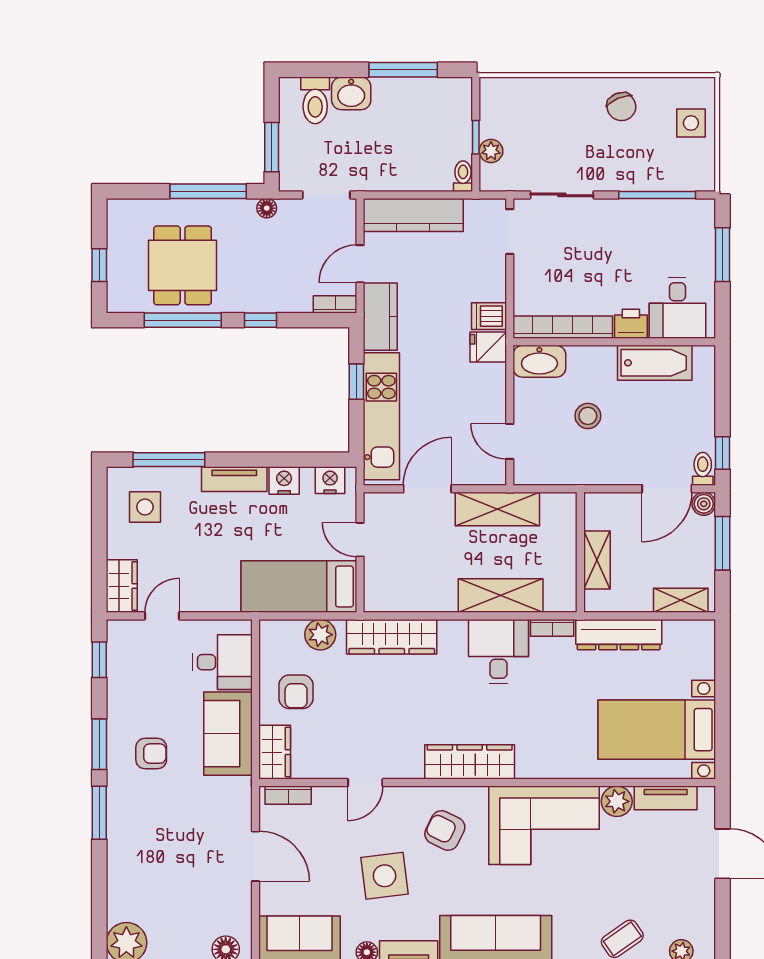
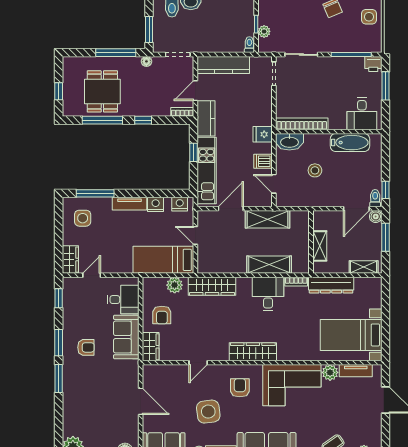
dishwasher: (489, 316) -> (263, 161), moved
printer: (631, 324) -> (373, 64), moved, turned 180
bookcase: (288, 795) -> (158, 369), removed
armchair: (445, 830) -> (240, 388), turned 64

